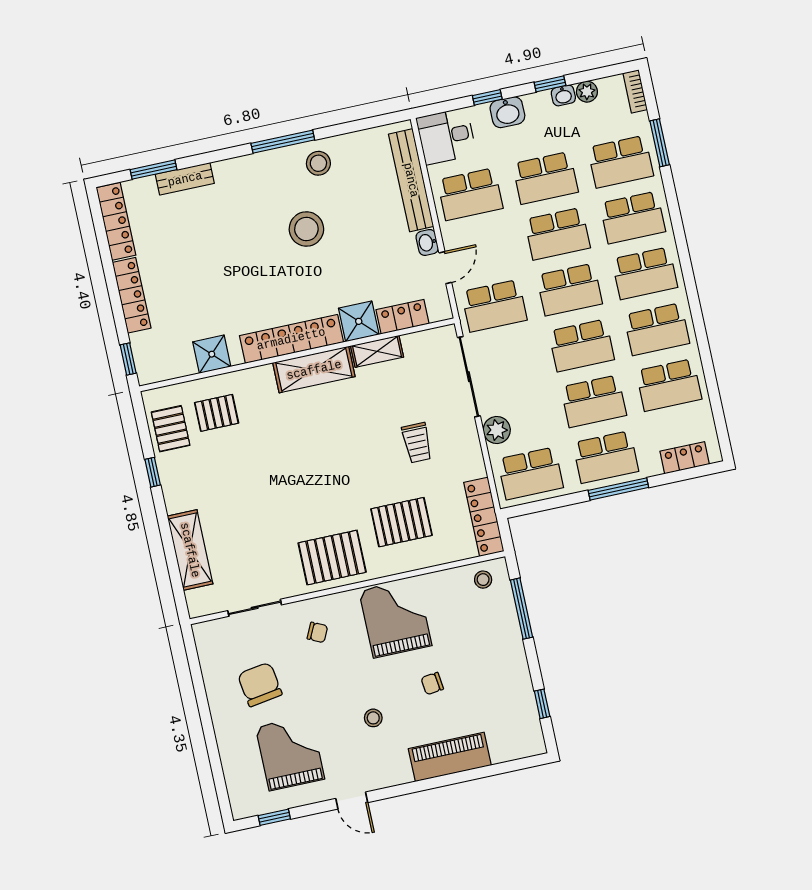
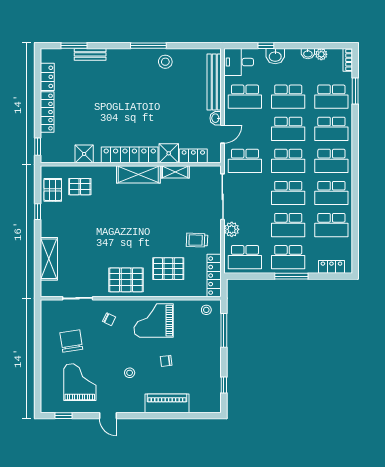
window: (550, 84) -> (302, 46), removed
locker: (116, 221) -> (47, 77), width x0.66
stool: (306, 229) -> (151, 96), removed
trolley: (417, 443) -> (197, 240), moved, turned 92
grand piano: (395, 618) -> (154, 321), turned -90

